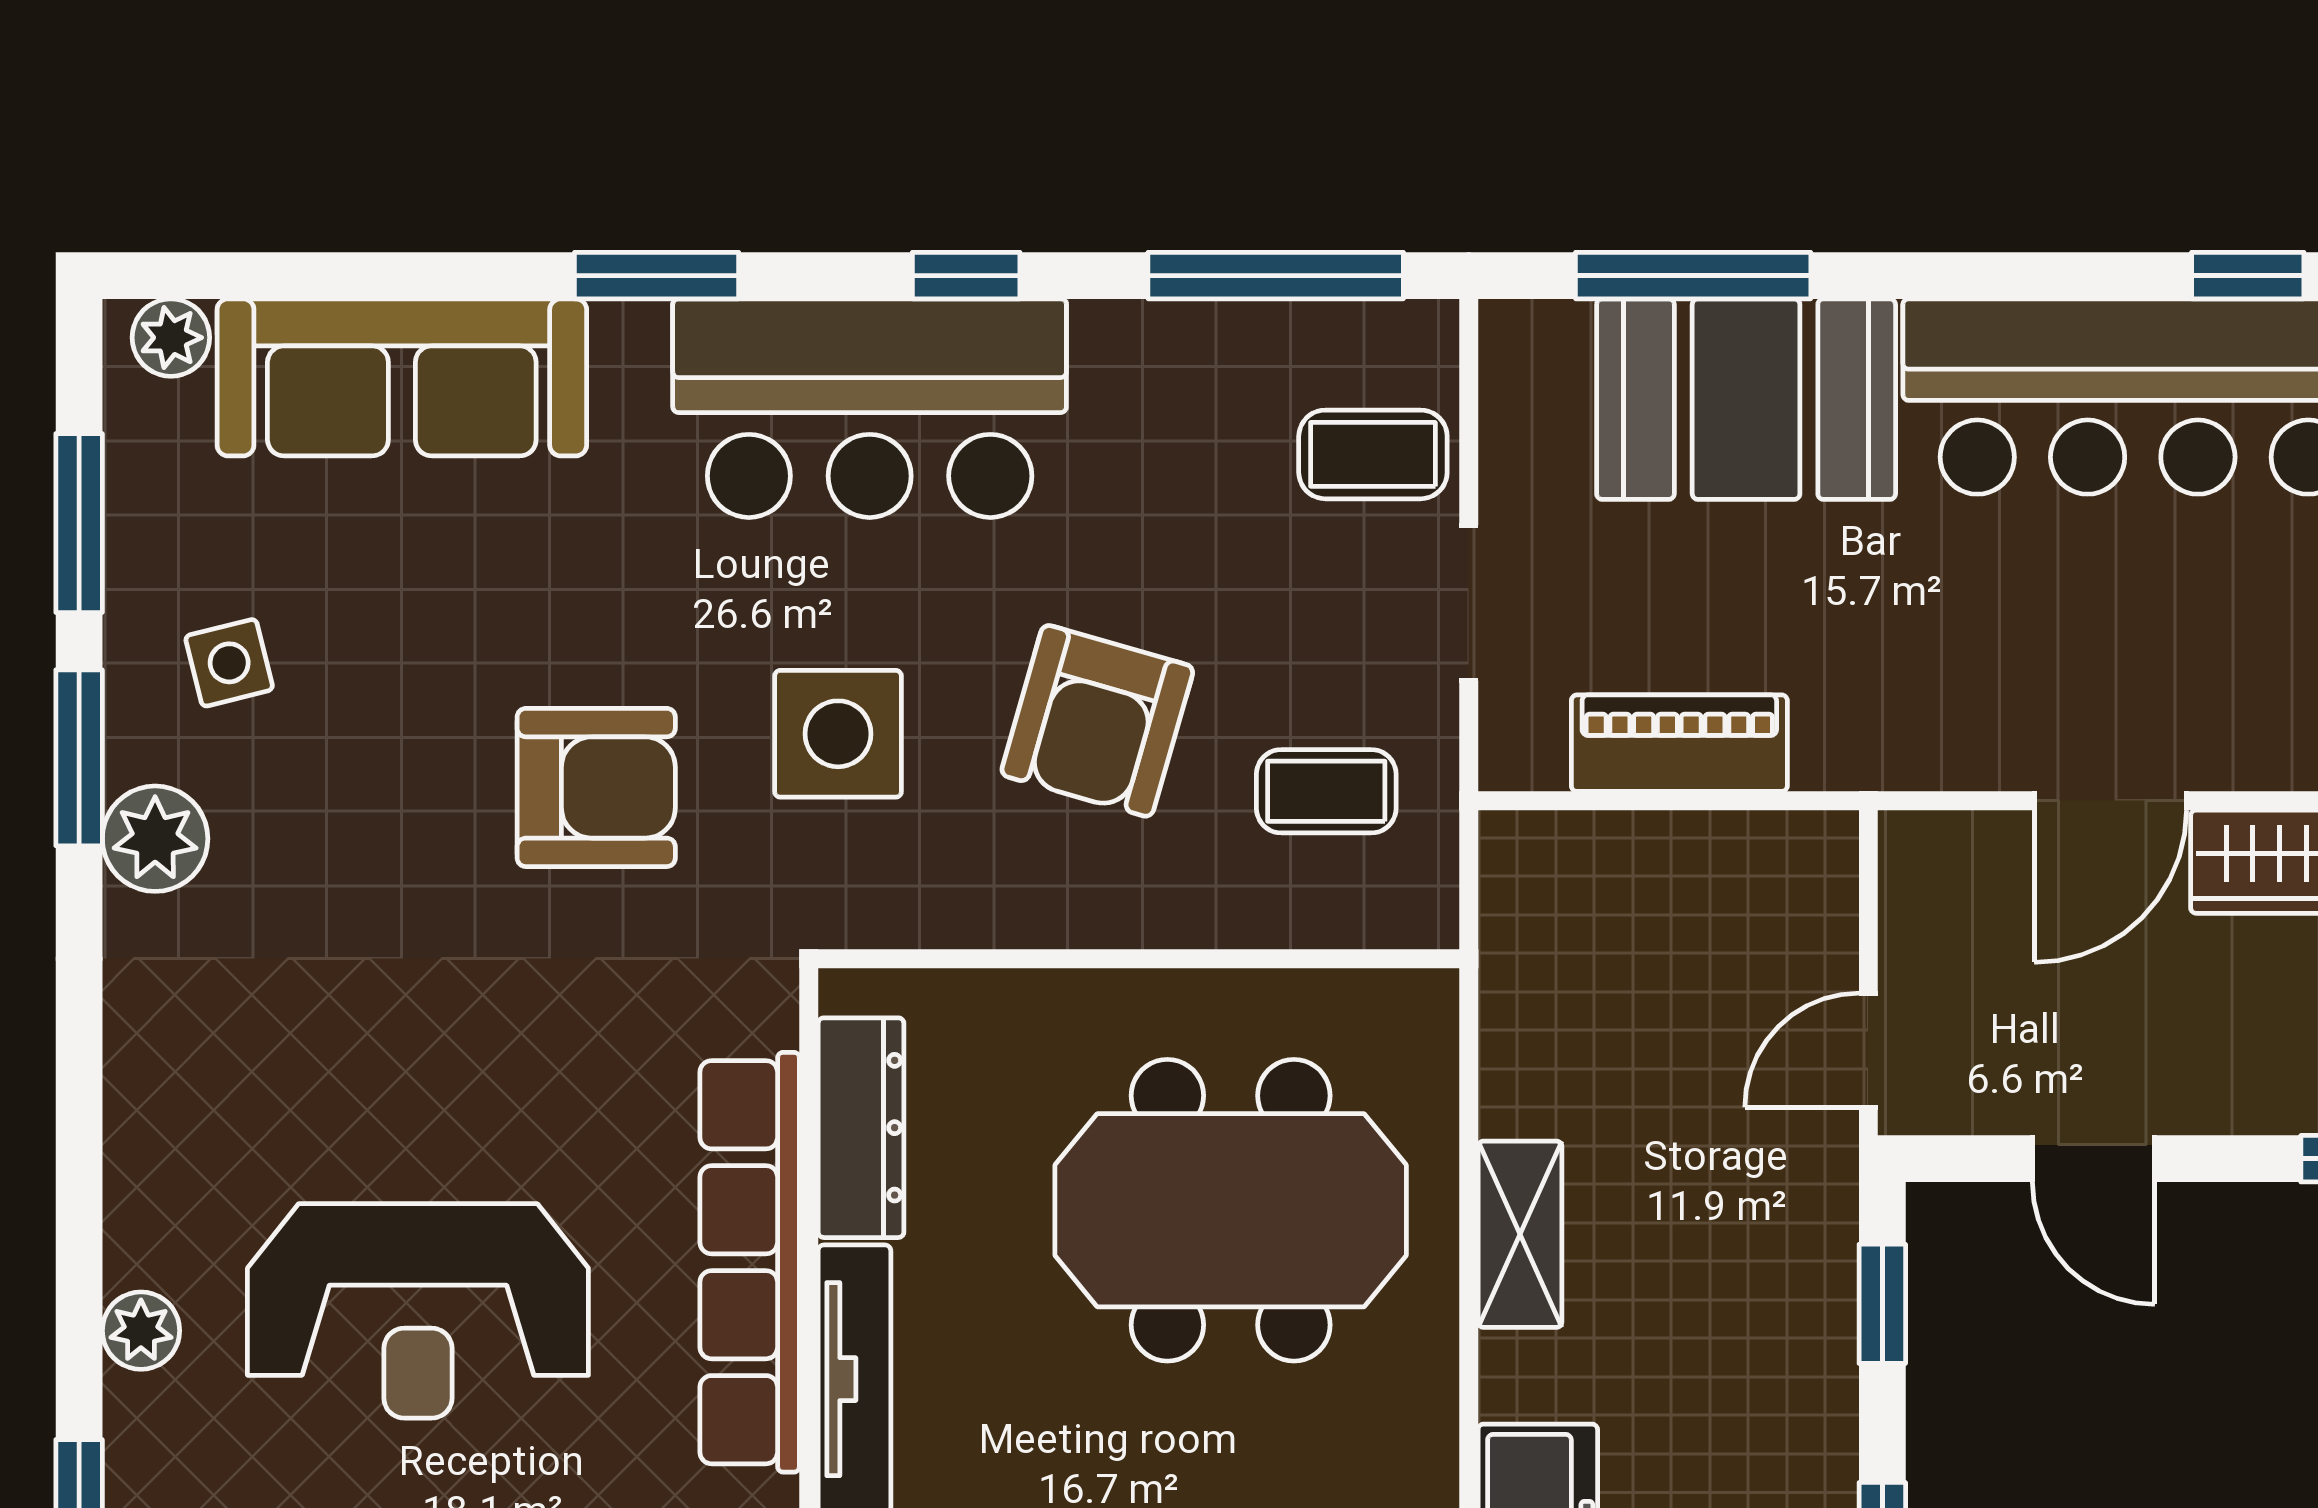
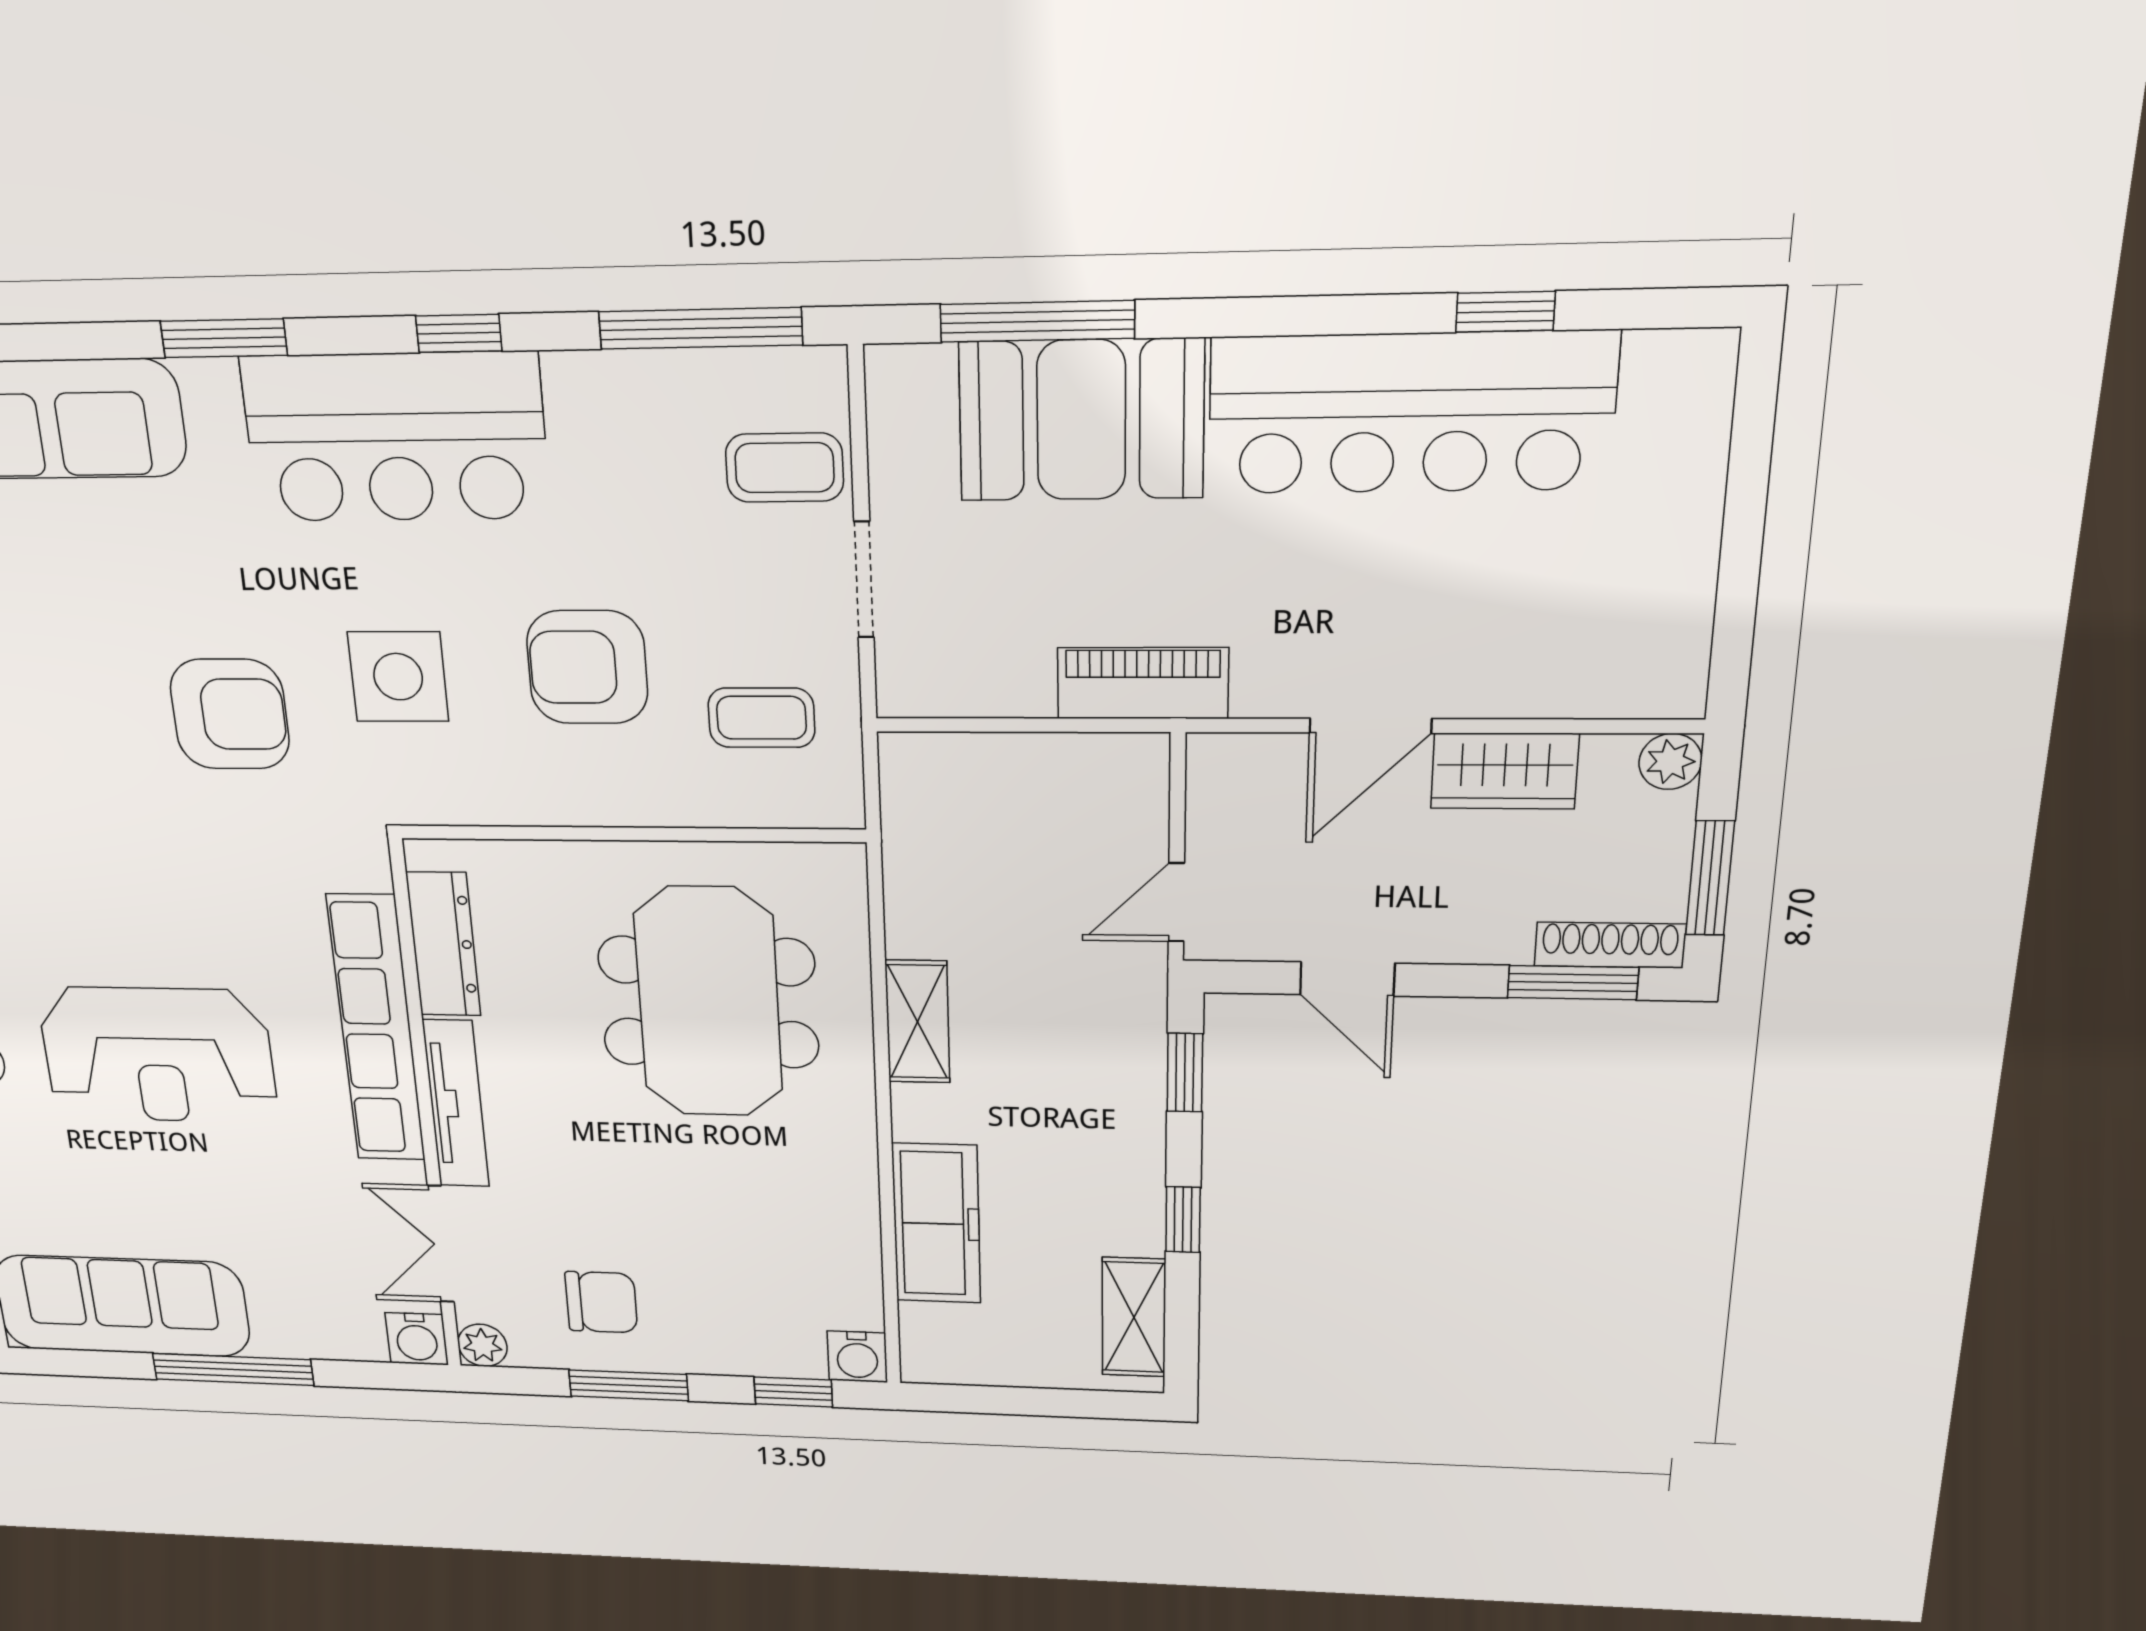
armchair: (1097, 721) -> (587, 667), turned 74
piano: (1679, 743) -> (1143, 683), moved
meeting table: (1231, 1210) -> (708, 1002), turned 90

